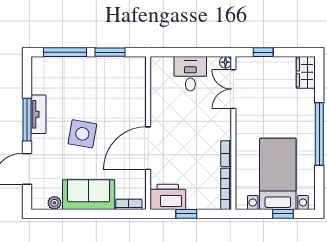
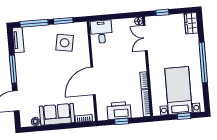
desk: (190, 74) -> (101, 32), moved
tv unit: (39, 114) -> (18, 40), moved
side table: (82, 134) -> (65, 43), moved
printer: (168, 197) -> (119, 111), moved

